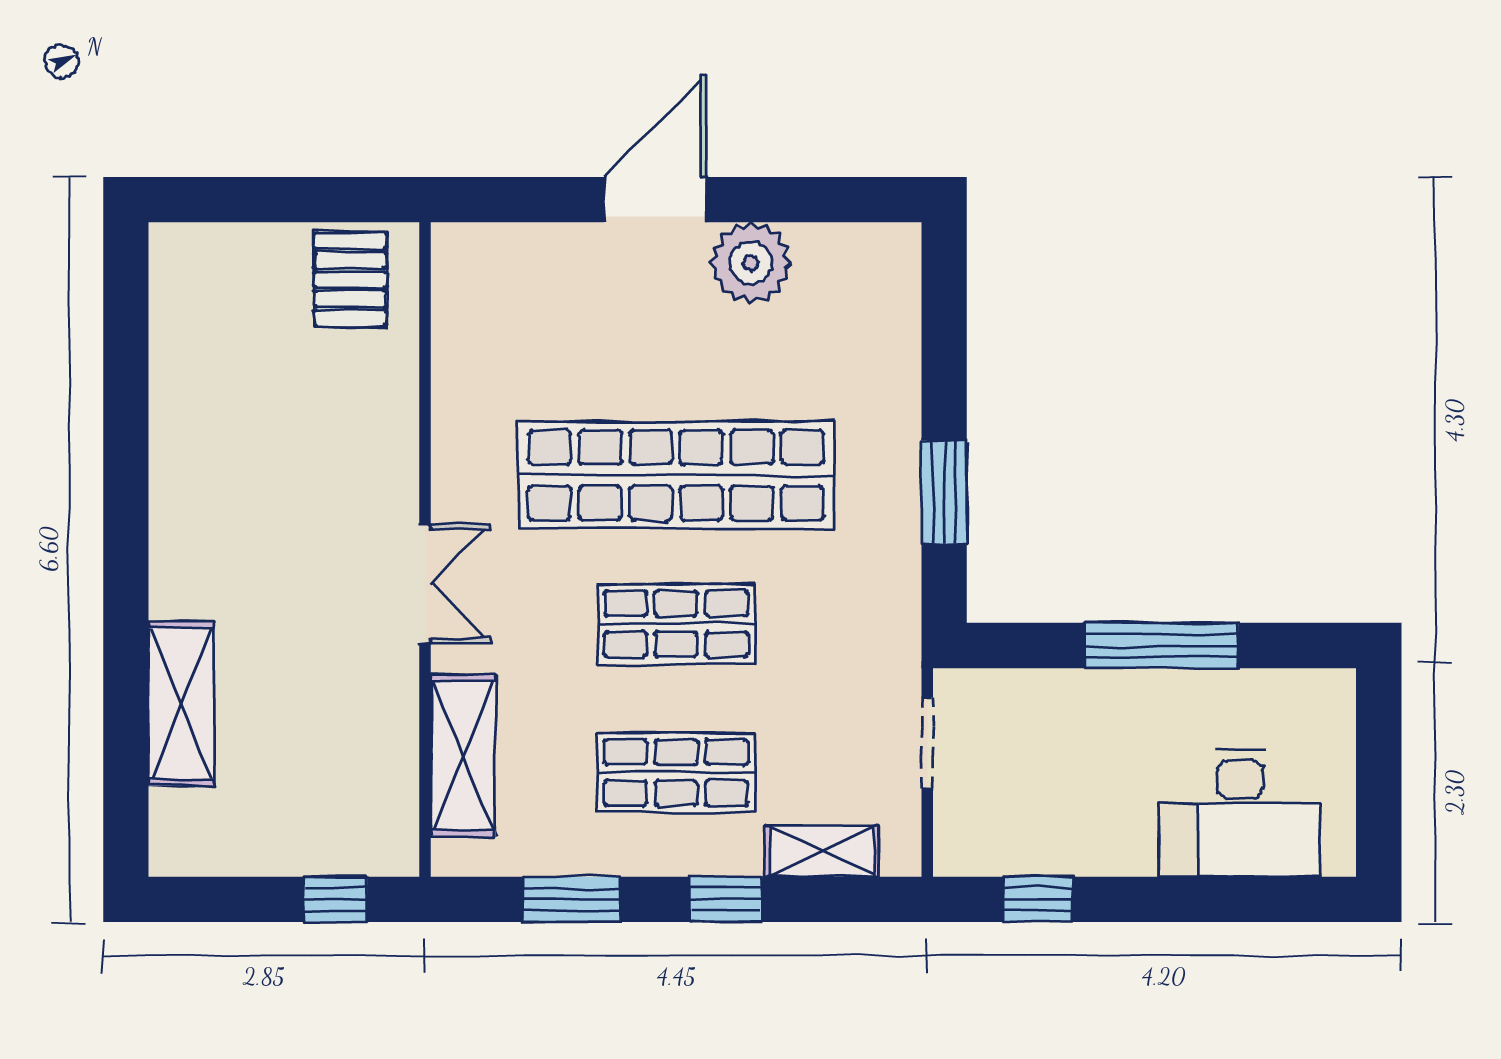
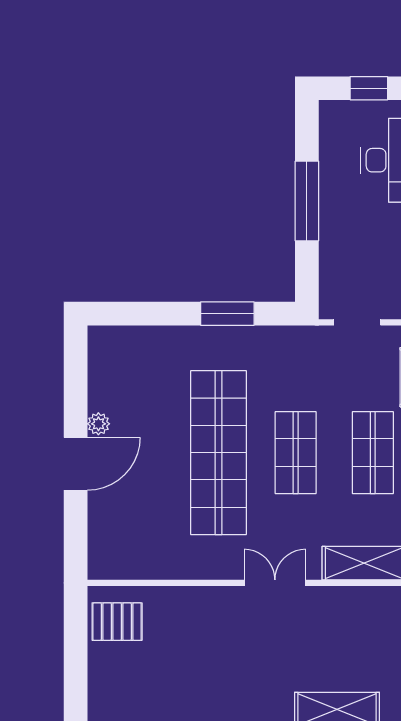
door: (655, 200) -> (76, 464), swing flipped
plant: (751, 263) -> (98, 424), width x0.53, depth x0.53
window: (1379, 765) -> (369, 88), added

